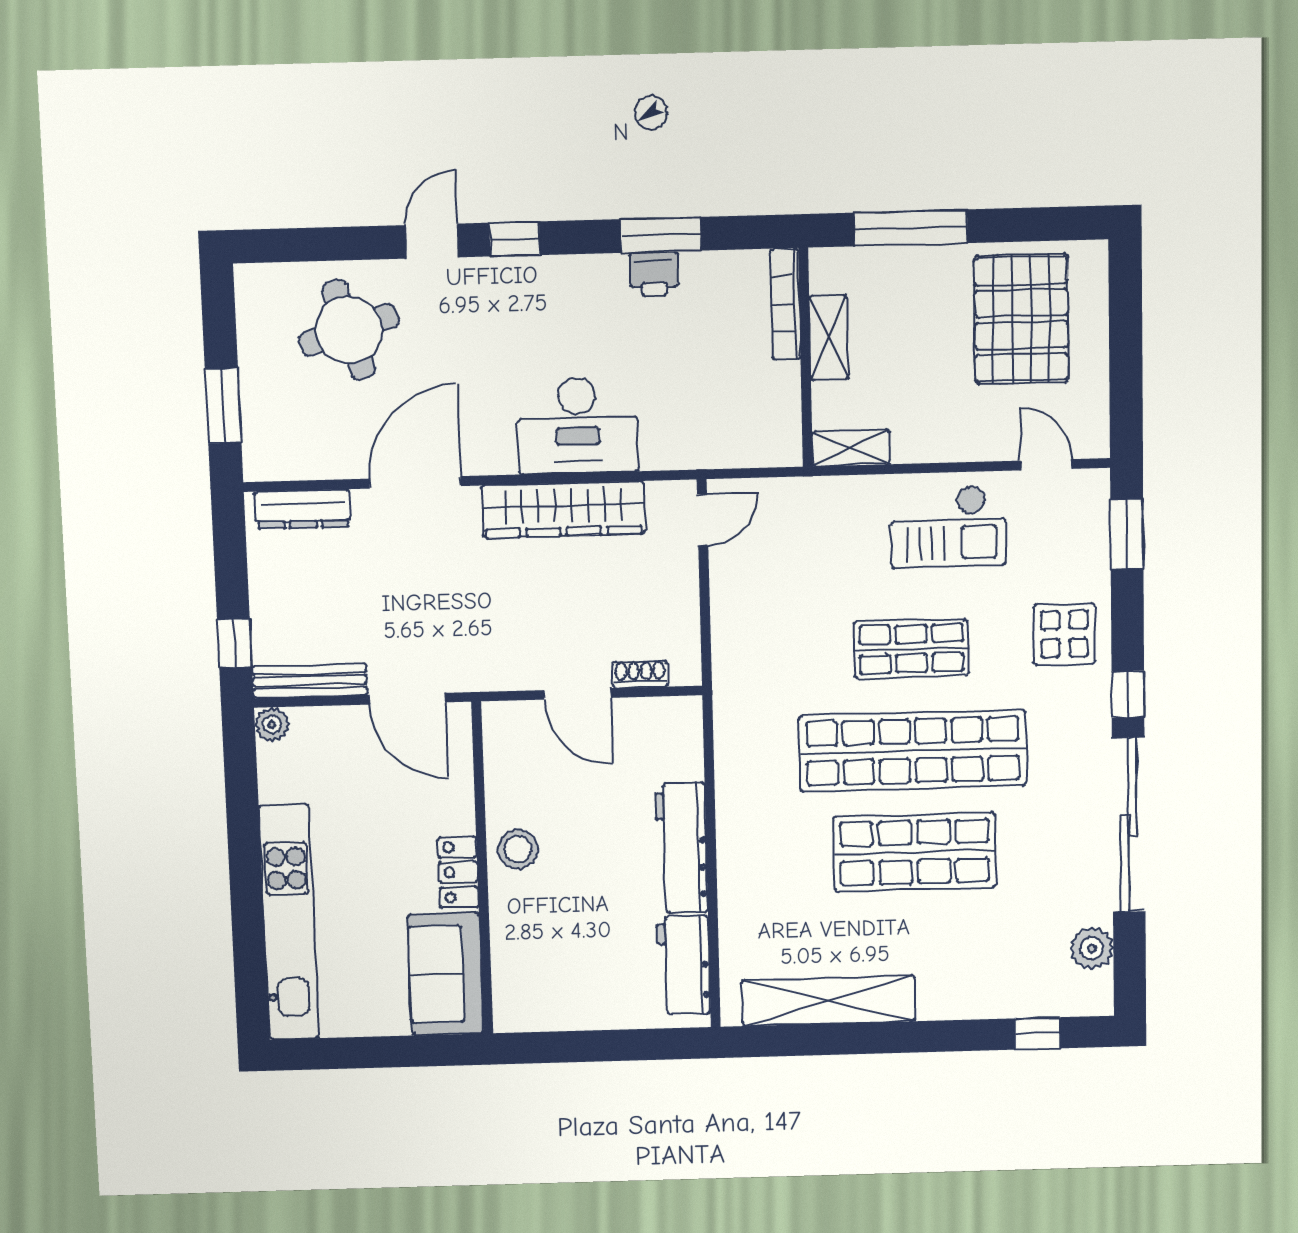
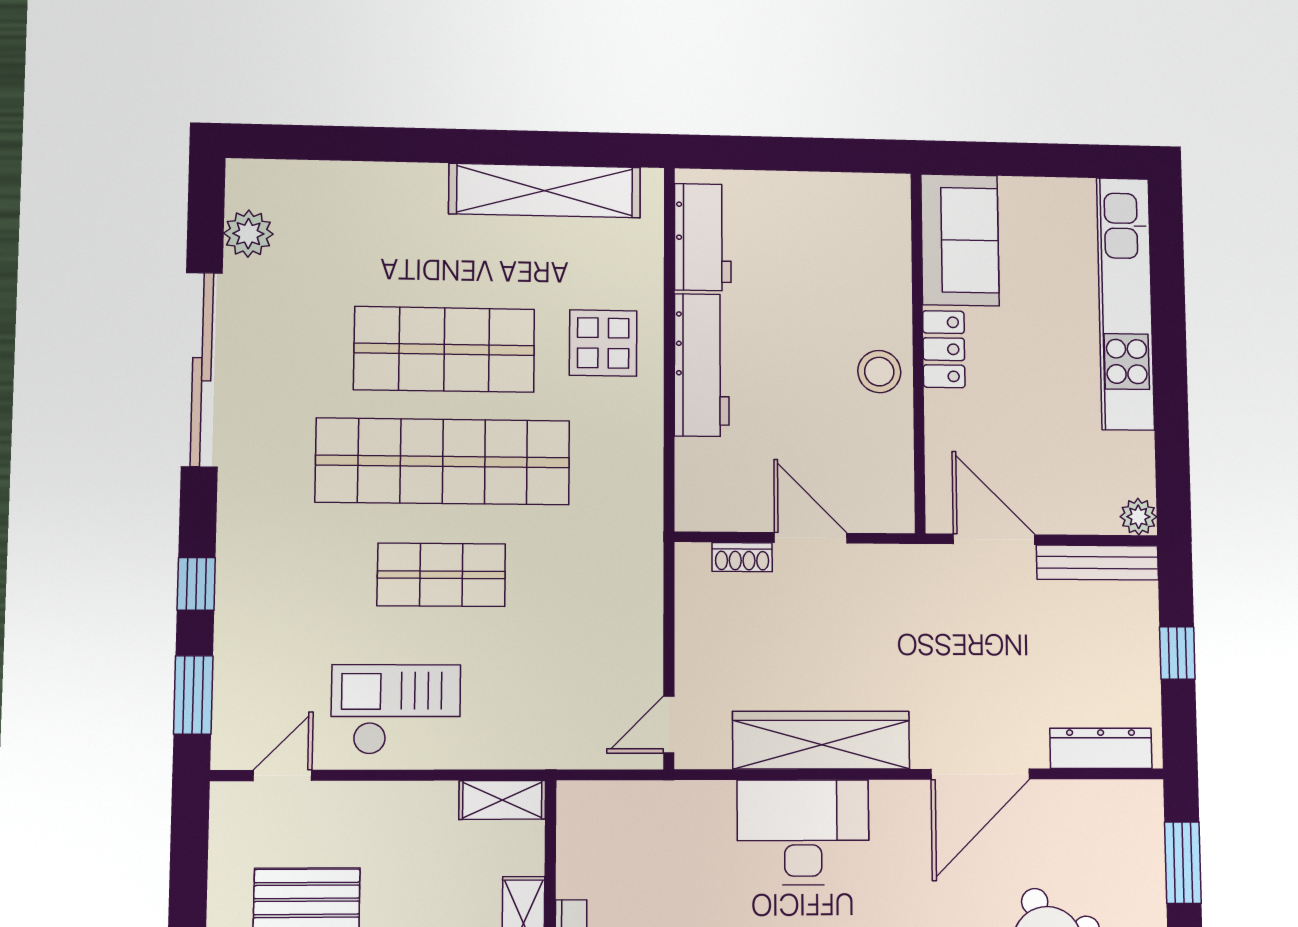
door: (1046, 465) -> (283, 775), swing flipped
display table: (1064, 634) -> (603, 343), moved
window: (235, 643) -> (1177, 653), moved
window: (1128, 694) -> (196, 584), moved
window: (1038, 1033) -> (312, 143), removed

